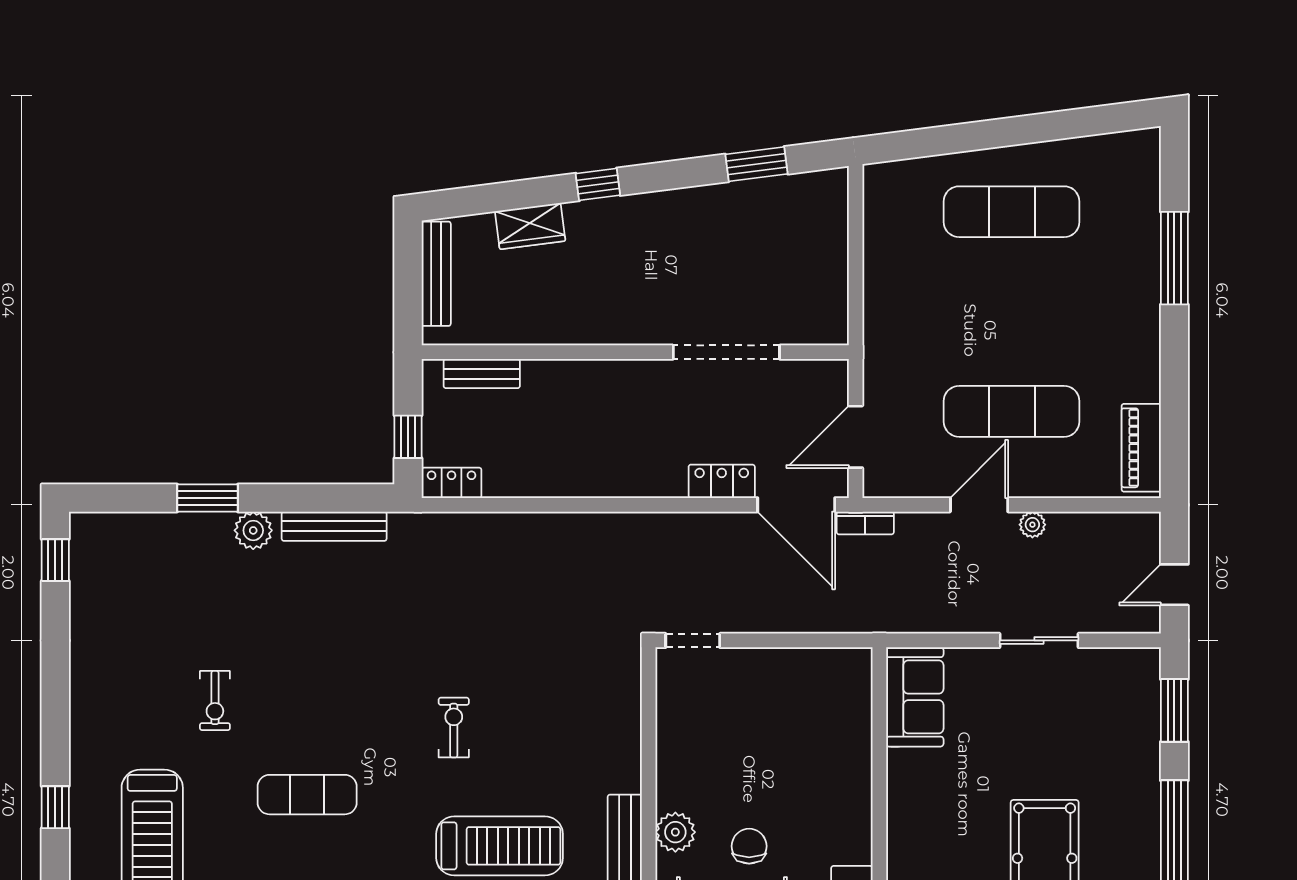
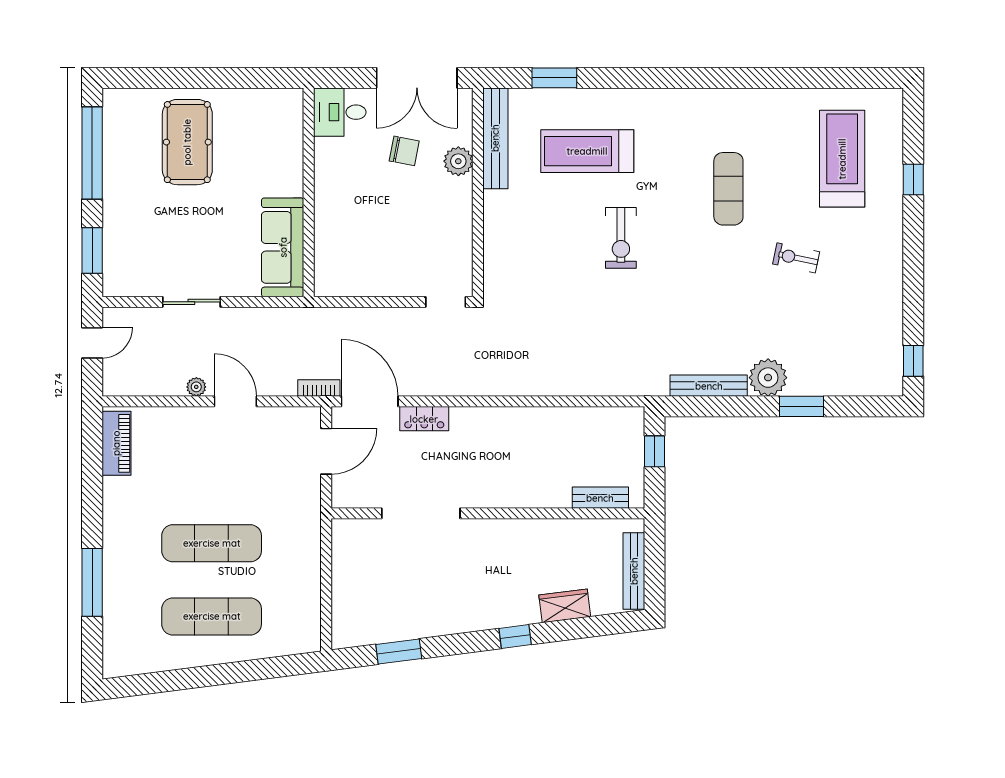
exercise mat: (1012, 411) -> (212, 543), moved
locker: (451, 483) -> (623, 418), removed
door: (979, 505) -> (235, 401), swing flipped
plant: (253, 530) -> (768, 378), width x1.36, depth x1.36
sofa: (915, 697) -> (283, 247), width x1.36
exercise bike: (215, 701) -> (796, 258), turned -78
exercise bike: (454, 728) -> (621, 238), width x1.38, depth x1.39
exercise mat: (307, 795) -> (728, 189), turned 90
chair: (749, 846) -> (404, 151), turned -79

